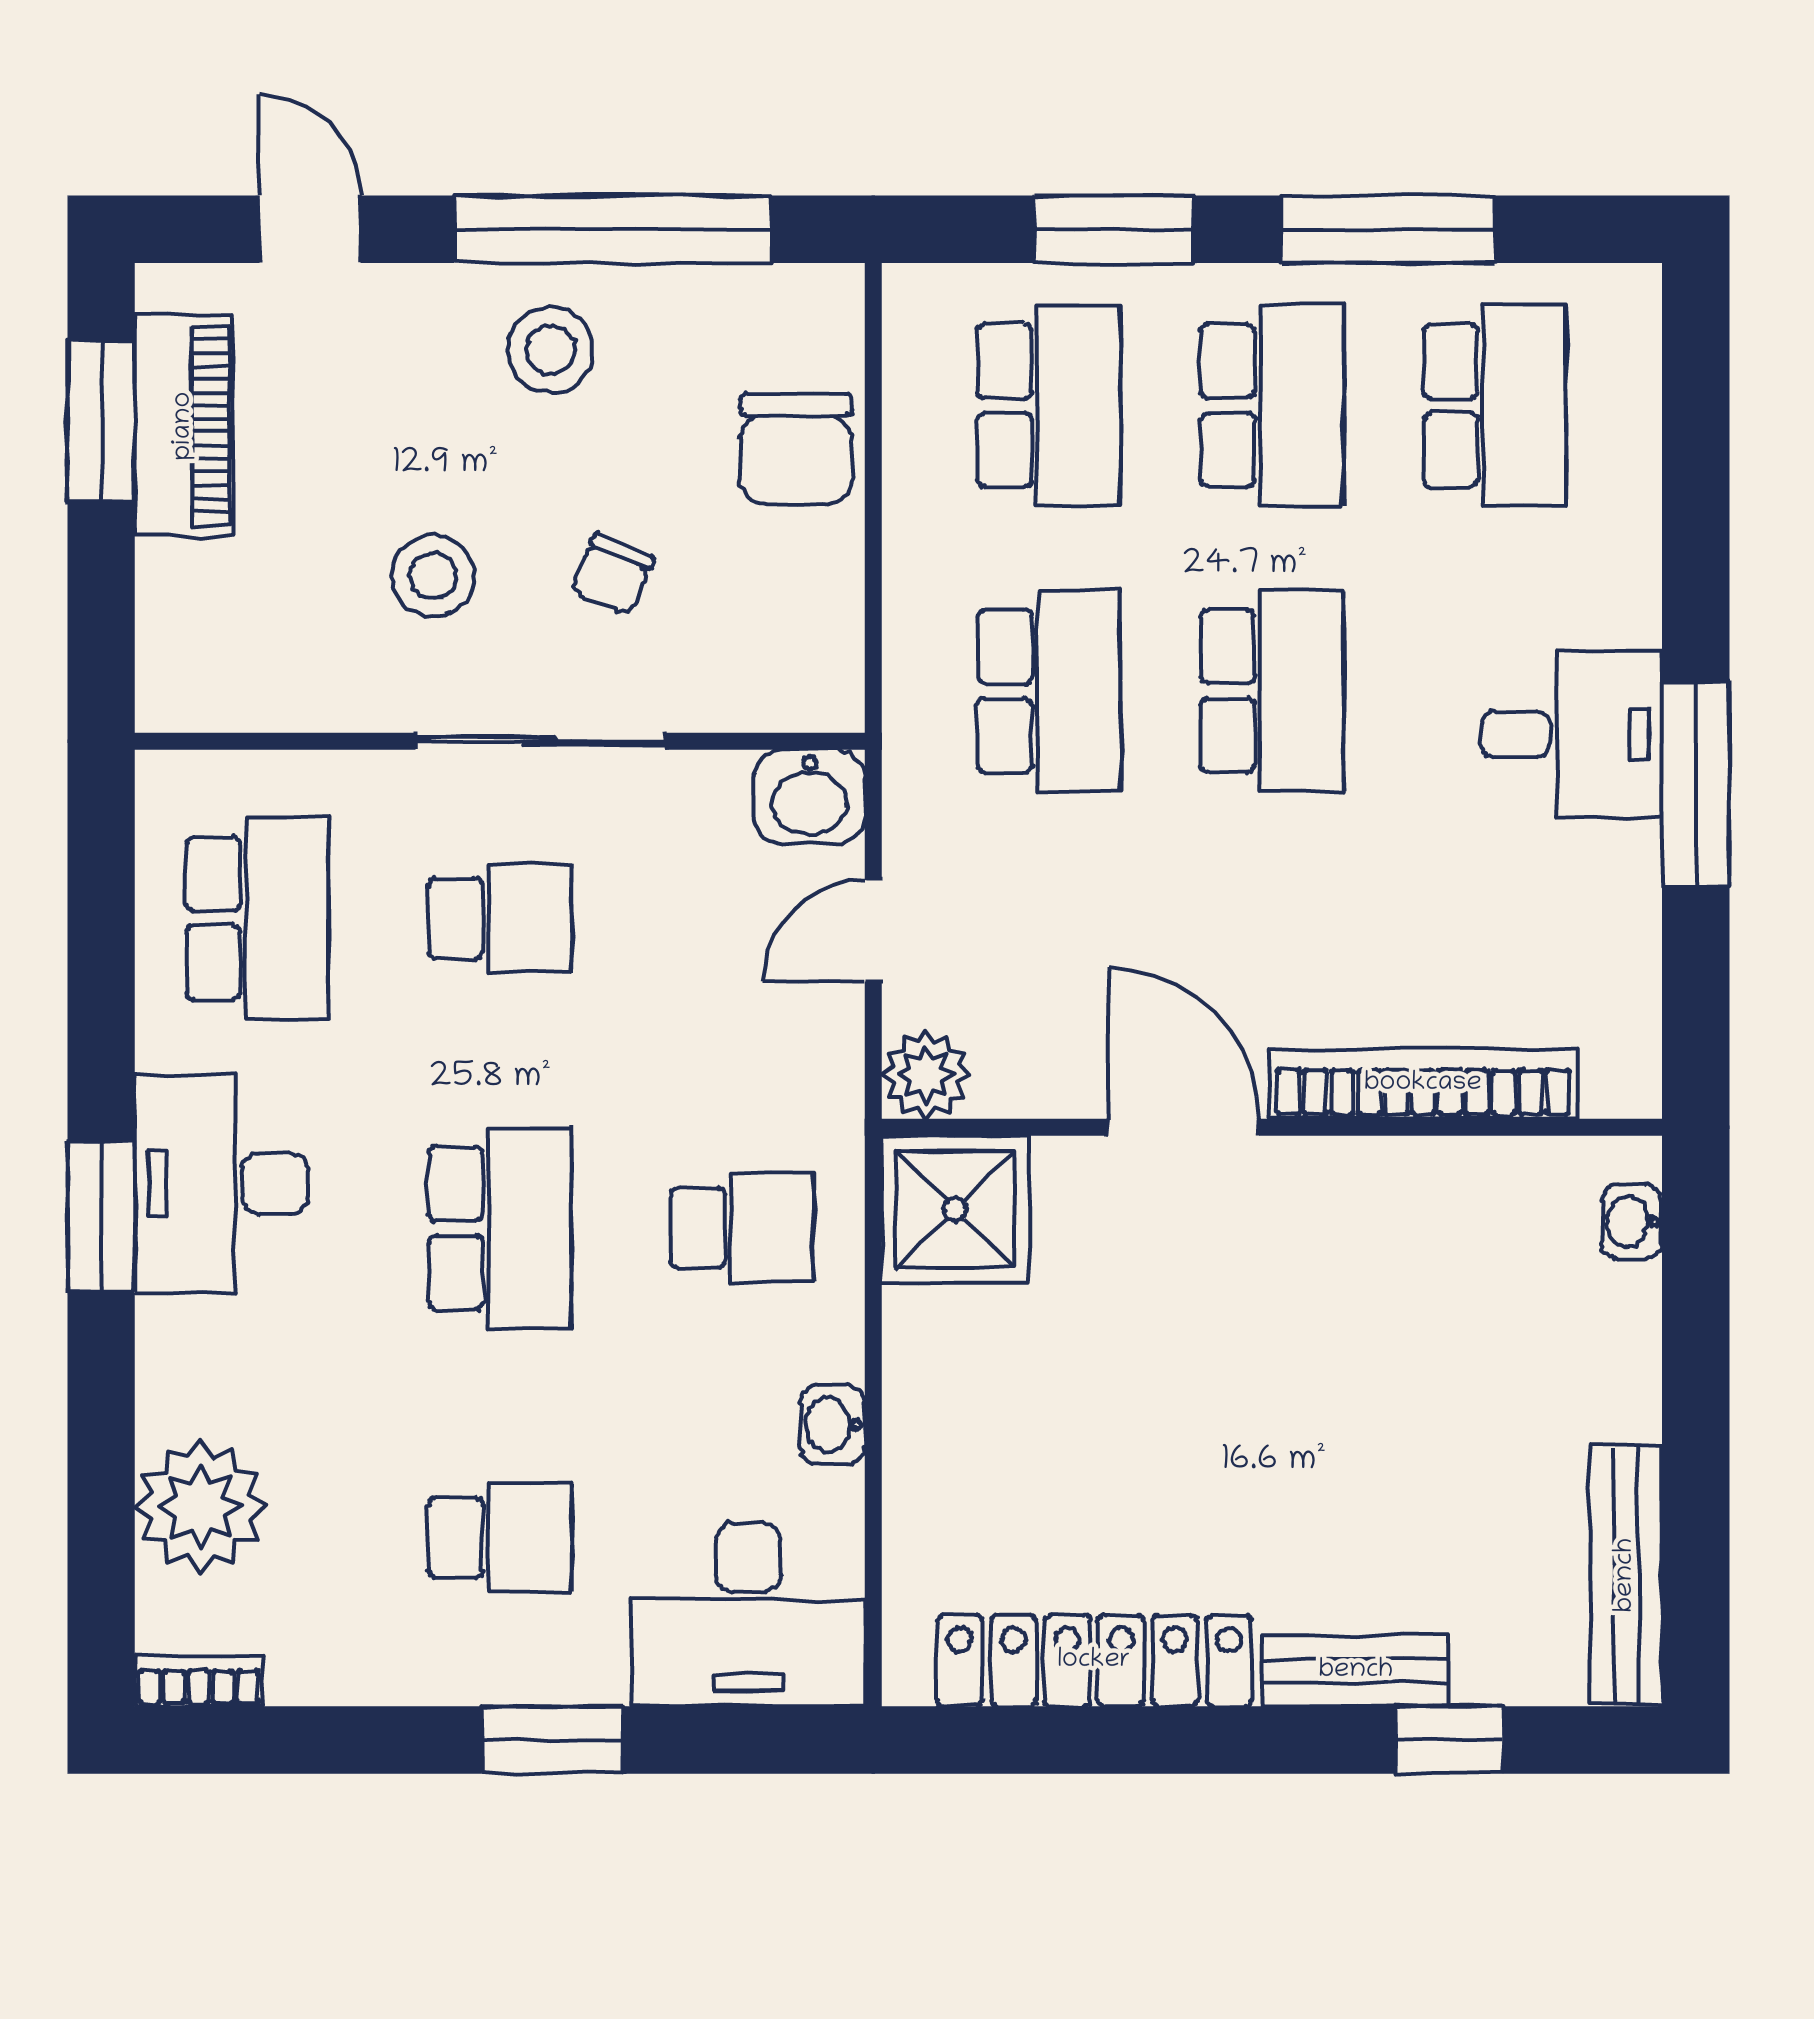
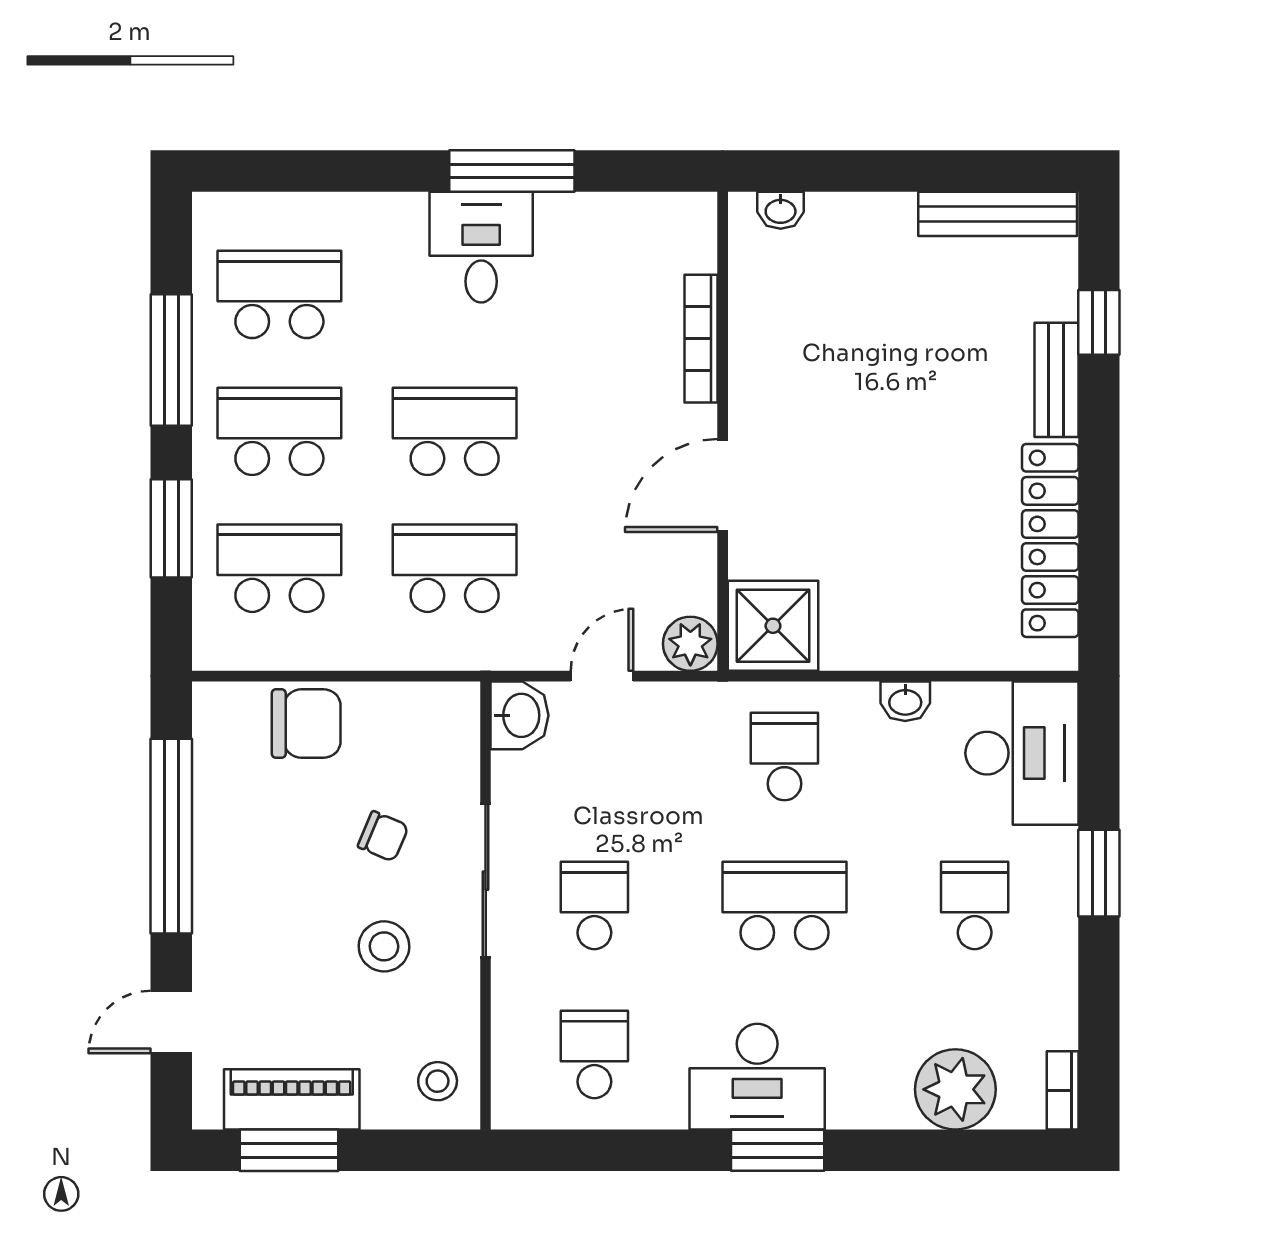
stool: (550, 350) -> (438, 1081), moved, width x0.73, depth x0.73
school desk: (257, 918) -> (594, 1054), width x0.54
door: (873, 931) -> (602, 676), swing flipped
bookcase: (1423, 1084) -> (701, 339), width x0.68, depth x0.76

